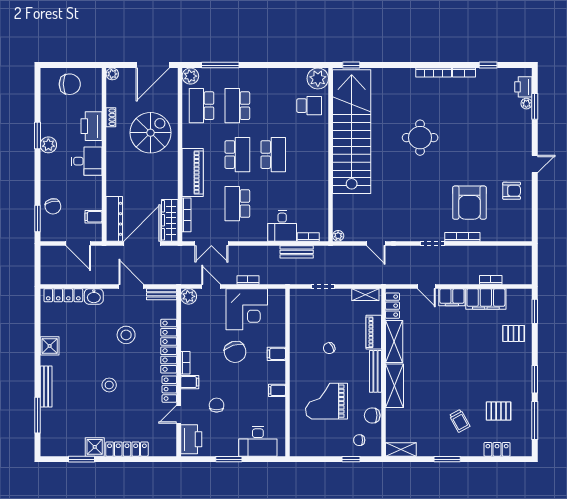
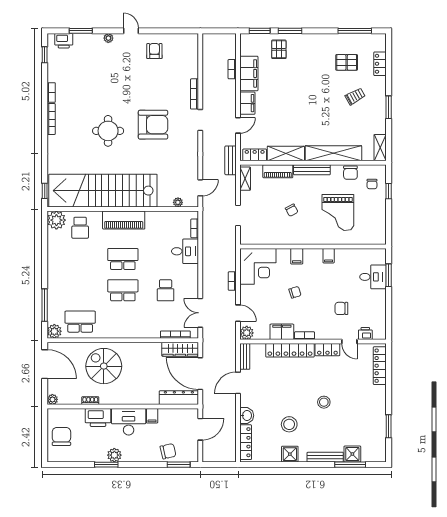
window: (488, 65) -> (45, 55), moved
plant: (526, 104) -> (108, 38), moved
school desk: (201, 106) -> (80, 322), turned 180
school desk: (237, 106) -> (80, 290), removed
school desk: (309, 106) -> (80, 228), turned 180
desk: (87, 161) -> (129, 422), width x1.37
piano: (193, 173) -> (124, 220), moved, turned 180
armchair: (469, 203) -> (153, 125), moved
school desk: (237, 204) -> (166, 290), width x0.54
filing cabinet: (94, 217) -> (152, 416), moved
plant: (338, 236) -> (178, 202), moved
double door: (211, 243) -> (200, 313), swing flipped
door: (376, 243) -> (200, 188), moved
bench: (297, 252) -> (230, 160), moved
door: (211, 286) -> (238, 313), swing flipped
corner desk: (247, 309) -> (258, 266), moved, turned 90
stool: (126, 335) -> (289, 424), moved
chair: (235, 352) -> (295, 292), width x0.54, depth x0.54
window: (535, 379) -> (290, 31), moved
filing cabinet: (190, 382) -> (282, 332), moved, width x2.00
shelving: (394, 386) -> (333, 153), width x1.47
pallet: (499, 411) -> (347, 62), turned 90
printer: (191, 439) -> (365, 334), width x0.53, depth x0.68
desk: (258, 441) -> (373, 277), width x0.73
shower: (95, 447) -> (352, 454), moved
locker: (127, 449) -> (380, 366), moved
window: (229, 459) -> (389, 275), moved

